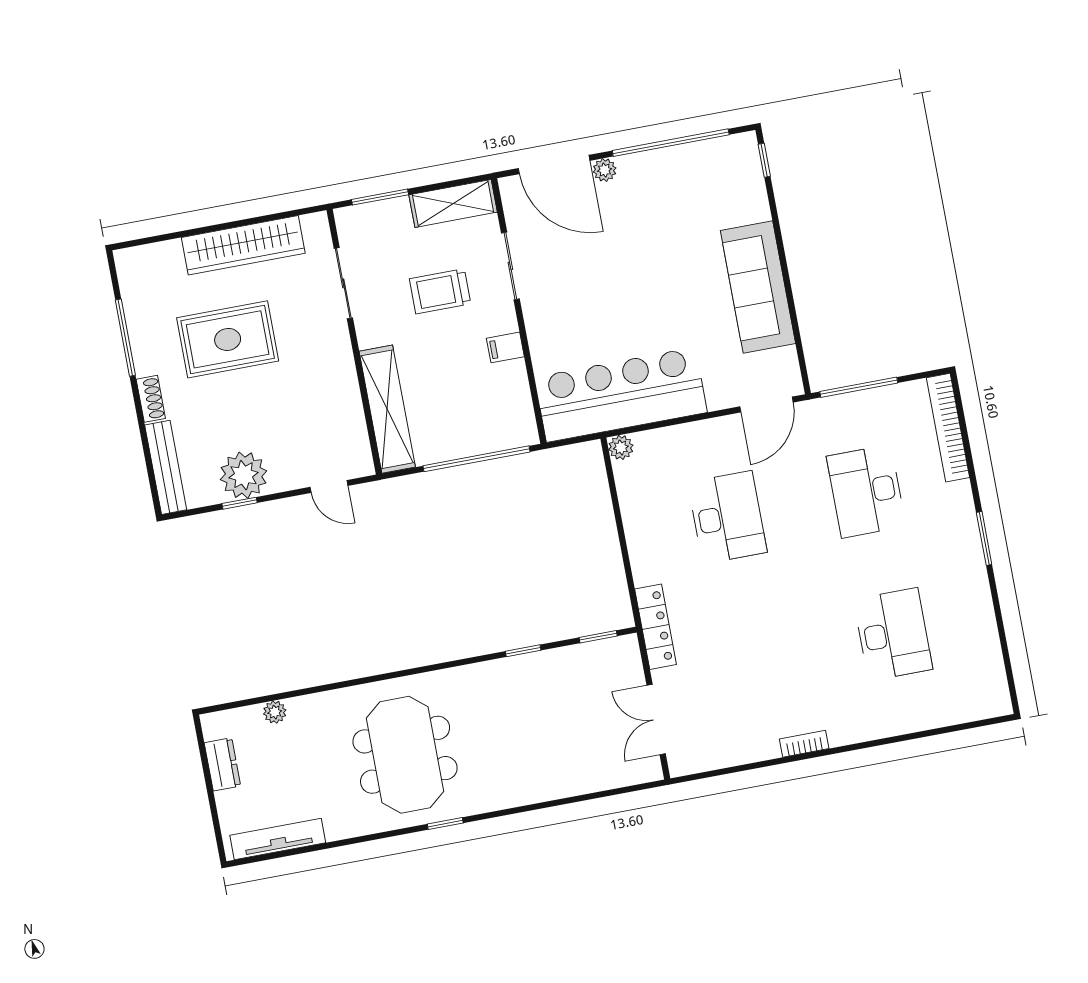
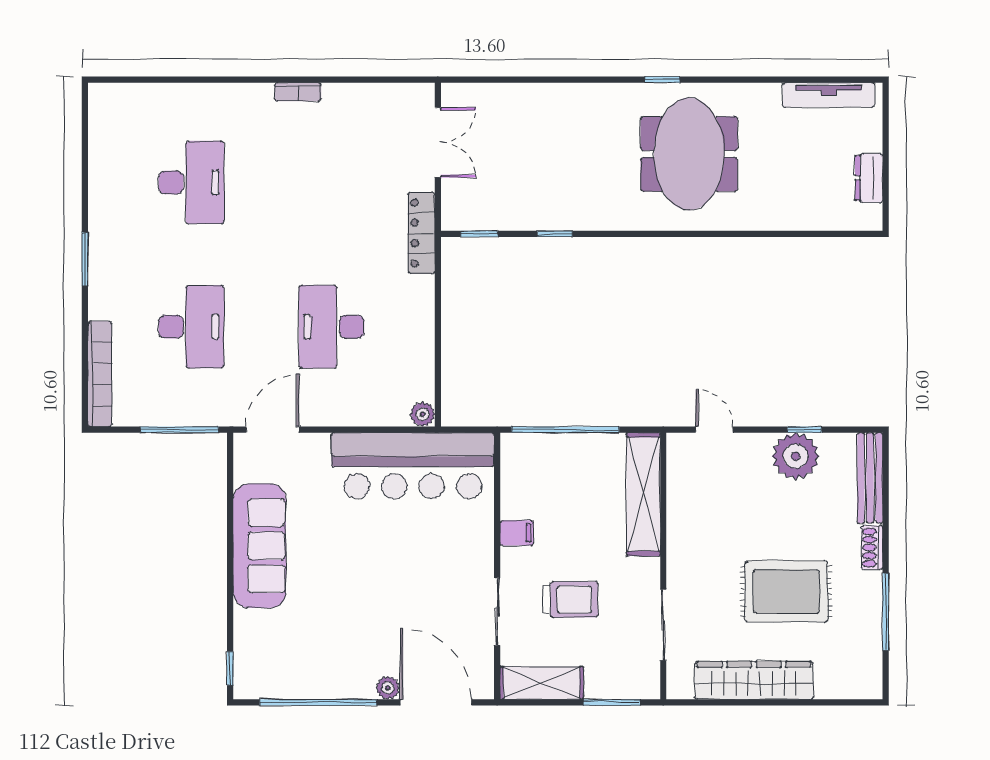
desk: (893, 634) -> (191, 182), turned 180
plant: (275, 712) -> (808, 219), removed

